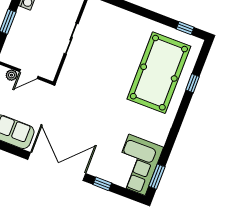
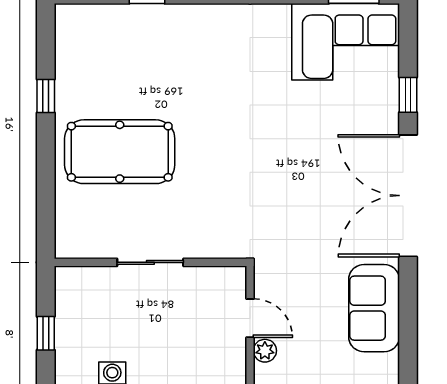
window: (185, 28) -> (46, 96), moved
pool table: (159, 73) -> (120, 152), moved, width x0.73, depth x0.76

